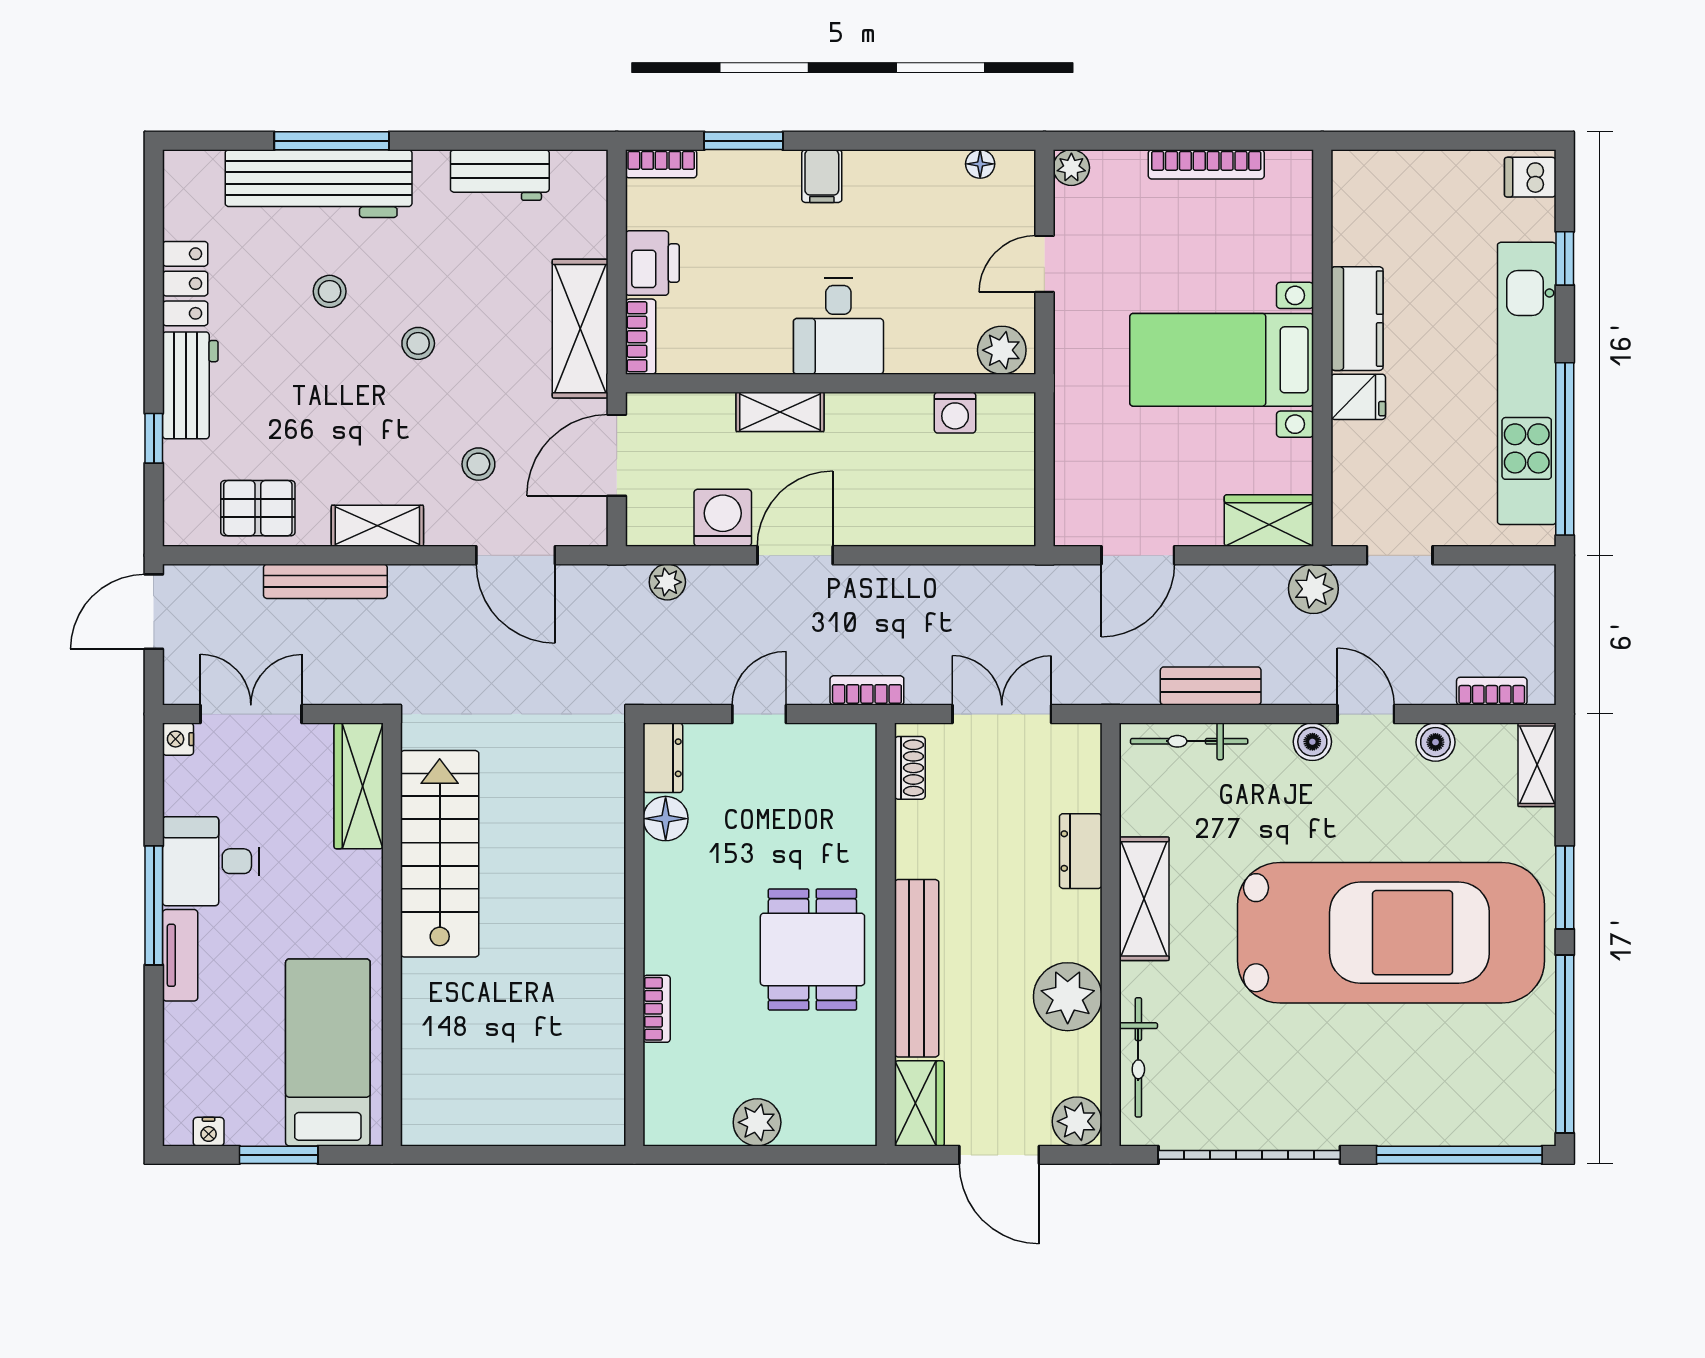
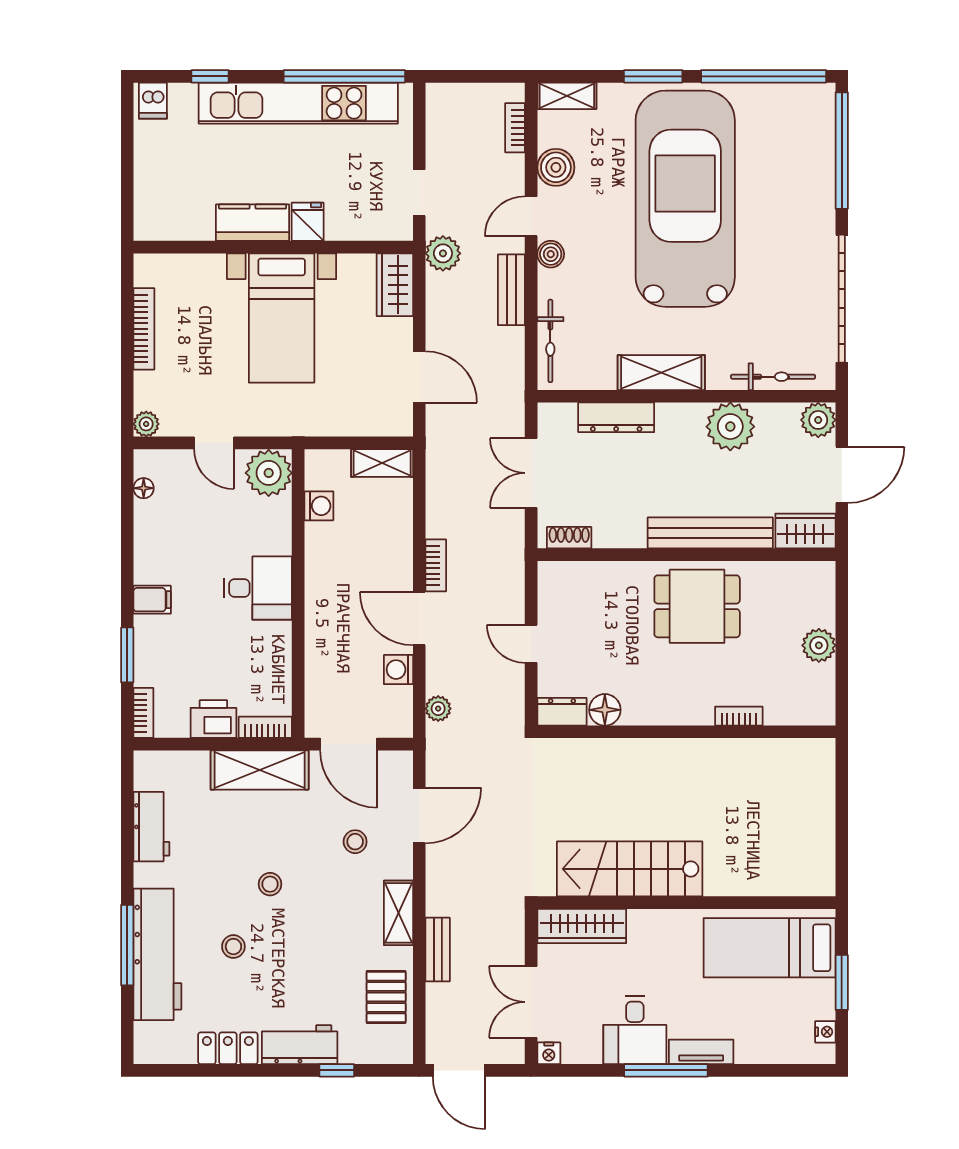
plant: (1002, 350) -> (269, 473), width x1.36, depth x1.36
shelving: (780, 412) -> (382, 463), moved, turned 90
washing machine: (723, 518) -> (398, 670), width x0.73, depth x0.73
bench: (325, 581) -> (438, 950), width x0.73
bench: (1211, 686) -> (511, 290), moved
bookcase: (867, 690) -> (436, 565), moved, turned 180
boiler: (1435, 742) -> (556, 167), width x1.36, depth x1.36
dresser: (1081, 851) -> (616, 417), width x1.44

